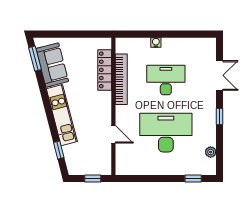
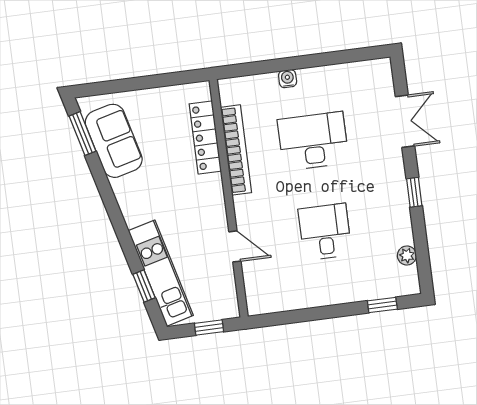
kitchen unit: (62, 115) -> (161, 273), moved
desk: (166, 133) -> (325, 232), width x0.53, depth x0.77

